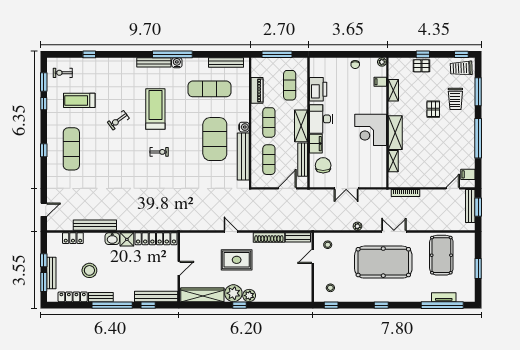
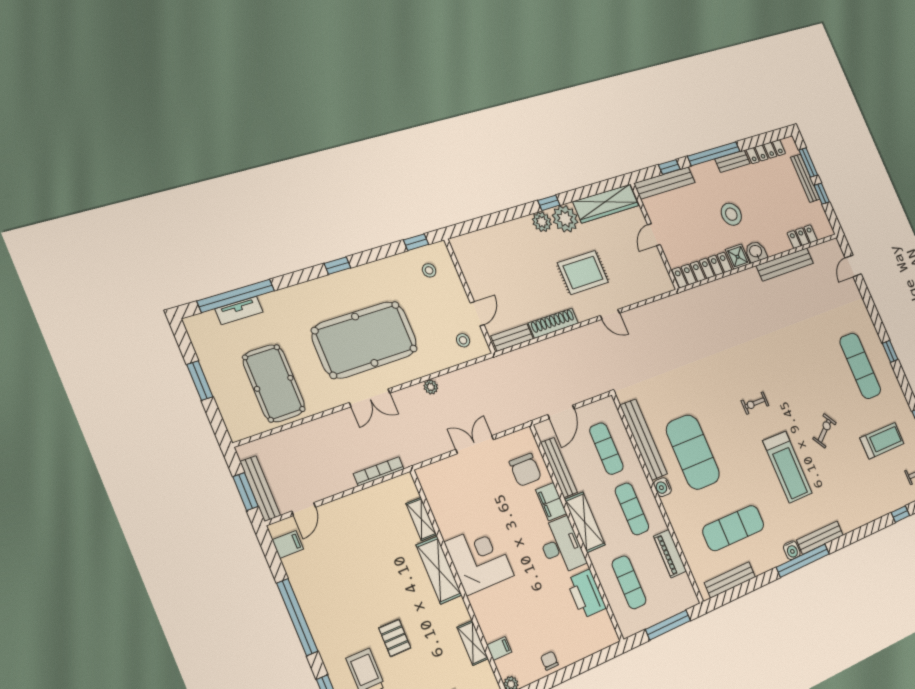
stool: (89, 270) -> (731, 214), moved

